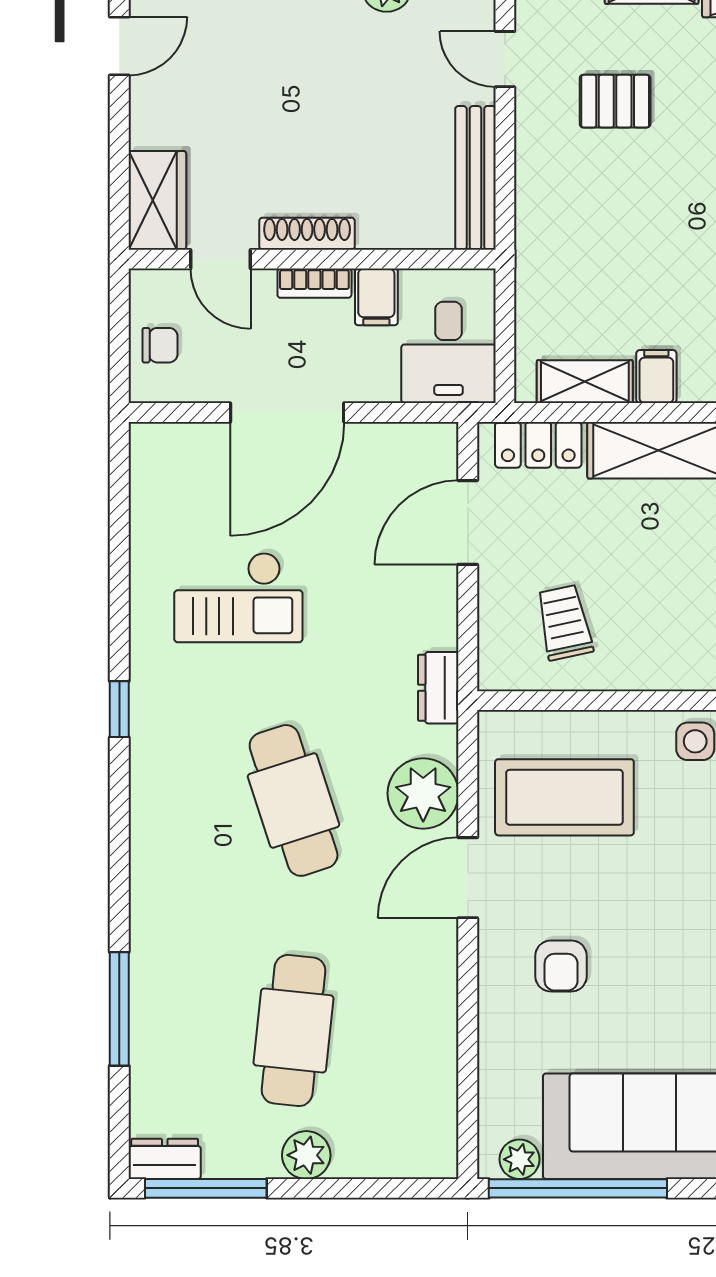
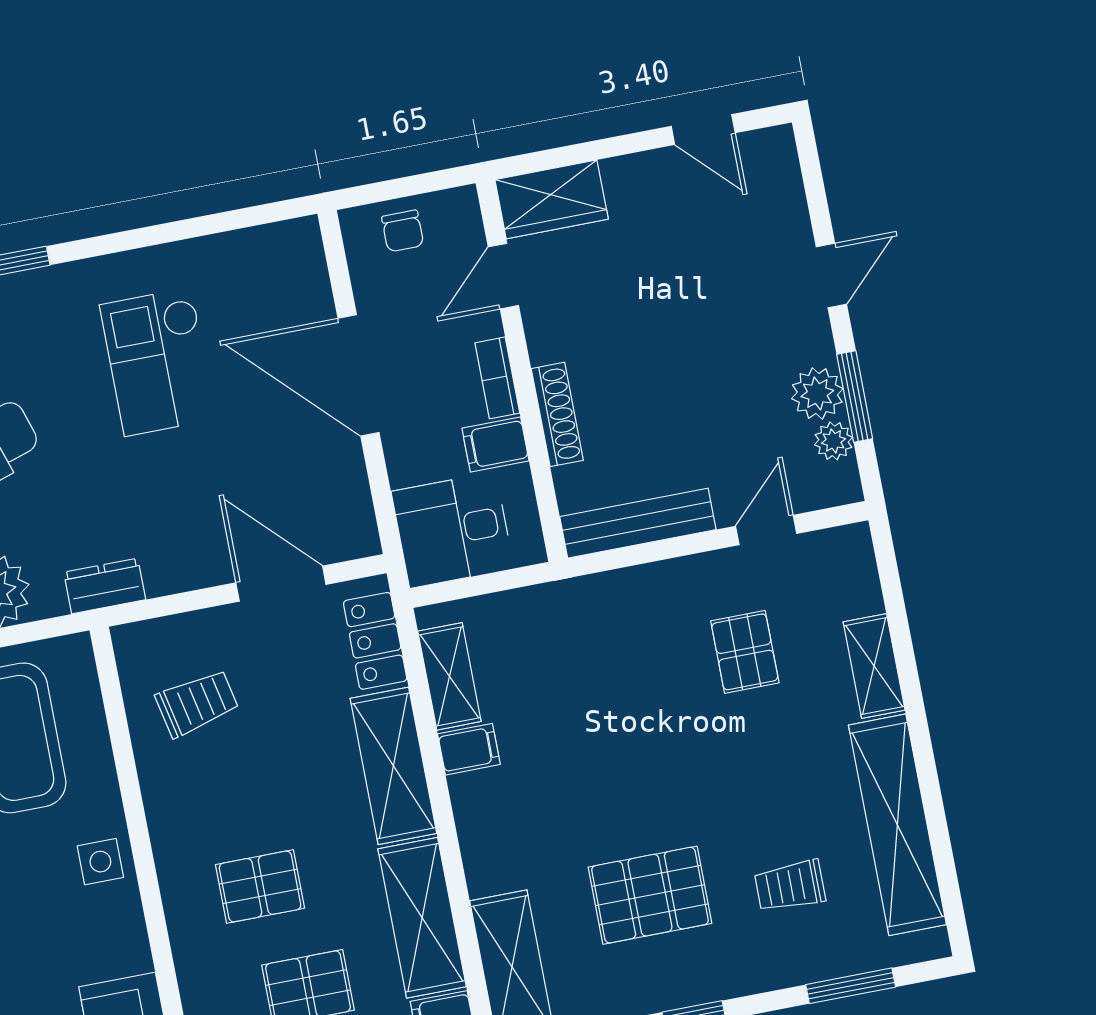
shoe rack: (307, 234) -> (557, 414), moved

